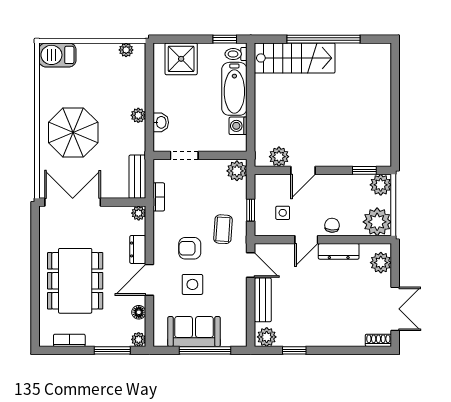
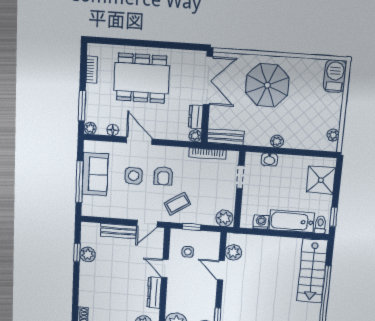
bookcase: (159, 197) -> (208, 154), width x1.56
chair: (332, 225) -> (175, 289), removed
coffee table: (223, 229) -> (177, 204), turned -37
armchair: (190, 248) -> (163, 176), turned 180
dresser: (138, 249) -> (196, 117), moved, turned -90
plant: (267, 337) -> (88, 254), moved

